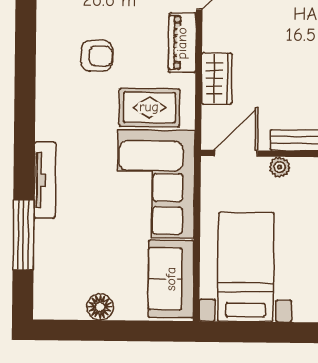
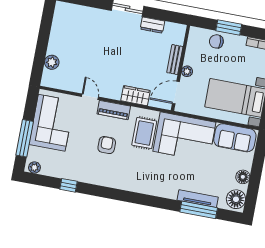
armchair: (97, 56) -> (107, 145), moved
door: (236, 153) -> (176, 93), hinge flipped
tv unit: (45, 180) -> (198, 199), moved
floor lamp: (56, 302) -> (236, 199), added

